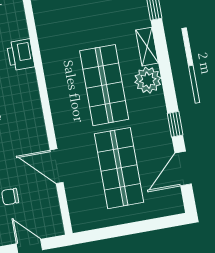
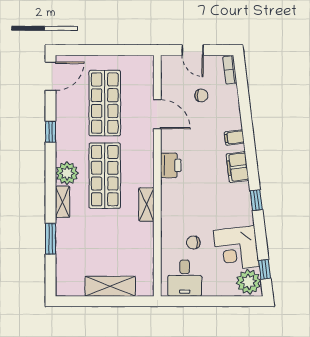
printer: (21, 55) -> (171, 165), moved
shelving: (51, 61) -> (146, 204), added
door: (183, 169) -> (51, 76), moved

